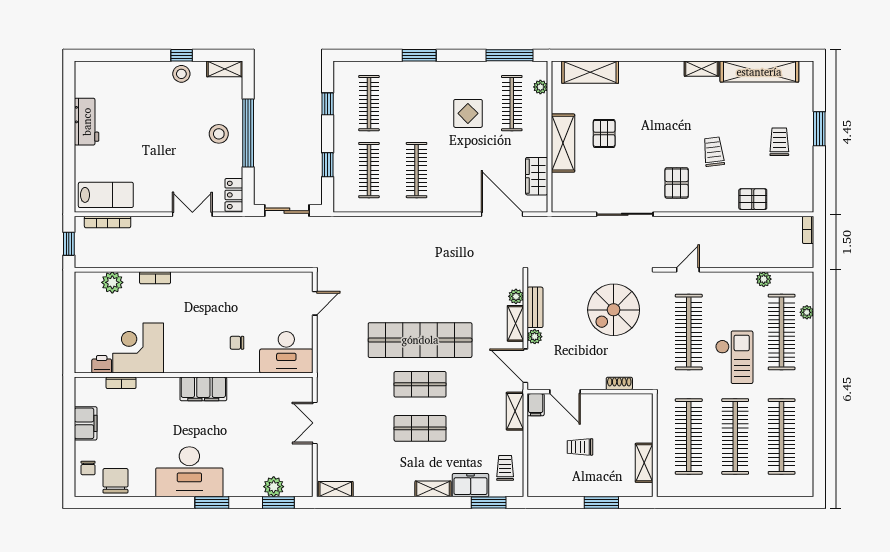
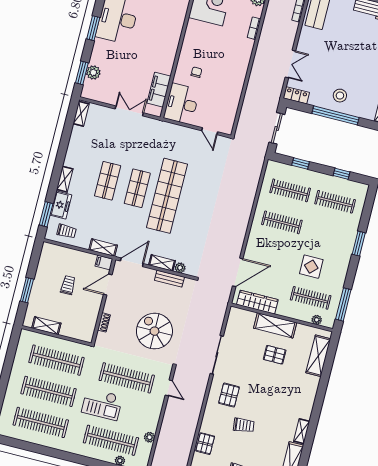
wardrobe: (537, 176) -> (257, 302), width x1.50
pallet: (677, 183) -> (229, 395), turned 90
plant: (535, 337) -> (150, 273), removed
filing cabinet: (203, 389) -> (159, 90), moved

